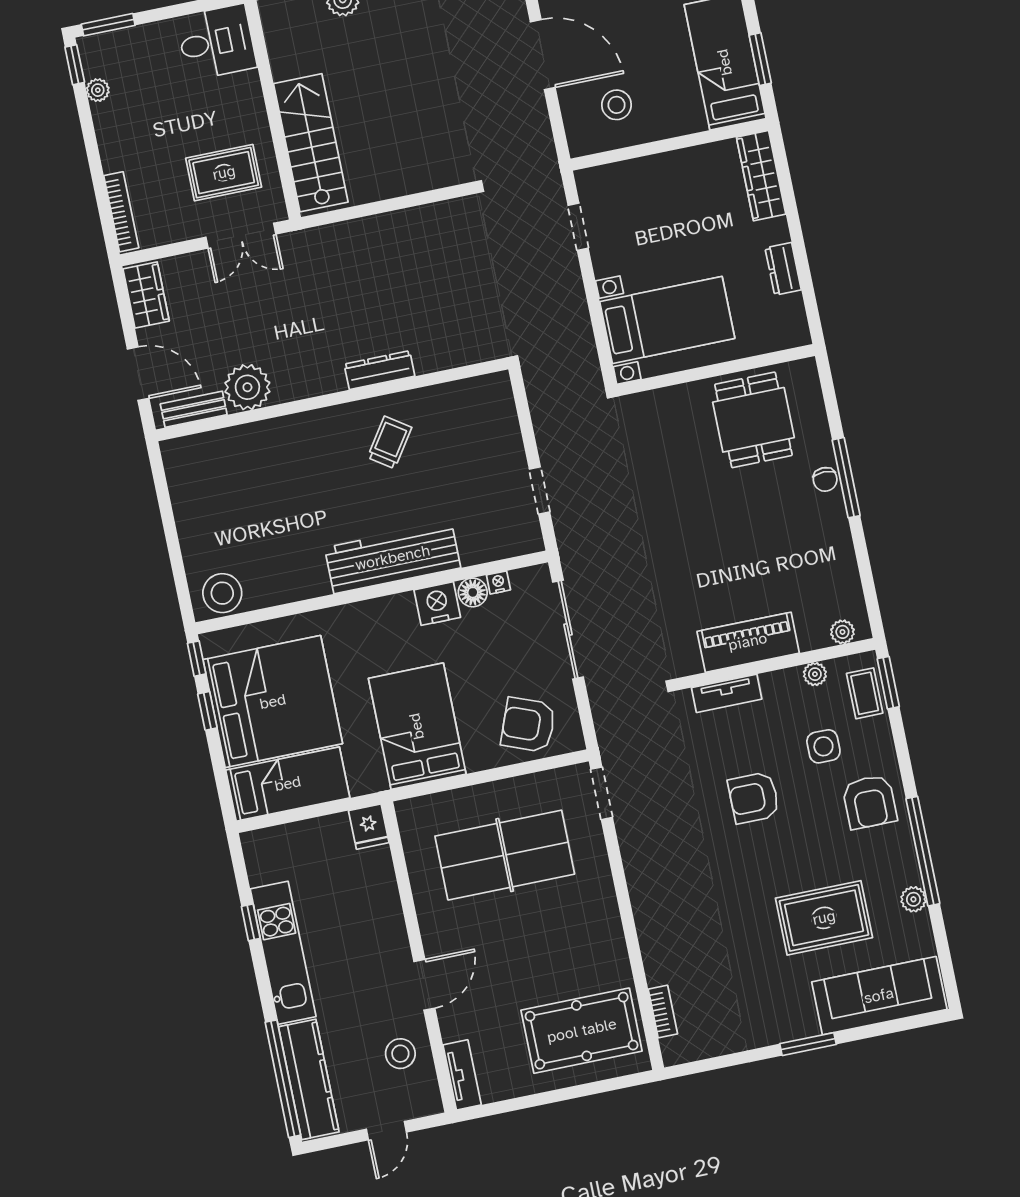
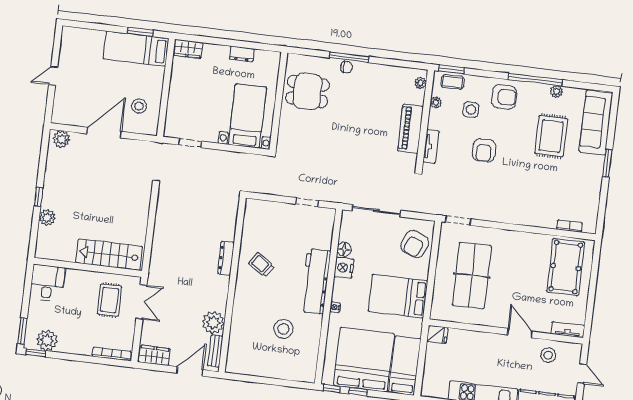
plant: (98, 90) -> (47, 340), width x1.87, depth x1.87
wardrobe: (761, 176) -> (188, 49), width x0.67
nightstand: (498, 582) -> (335, 307), moved
stool: (222, 593) -> (284, 329), moved

